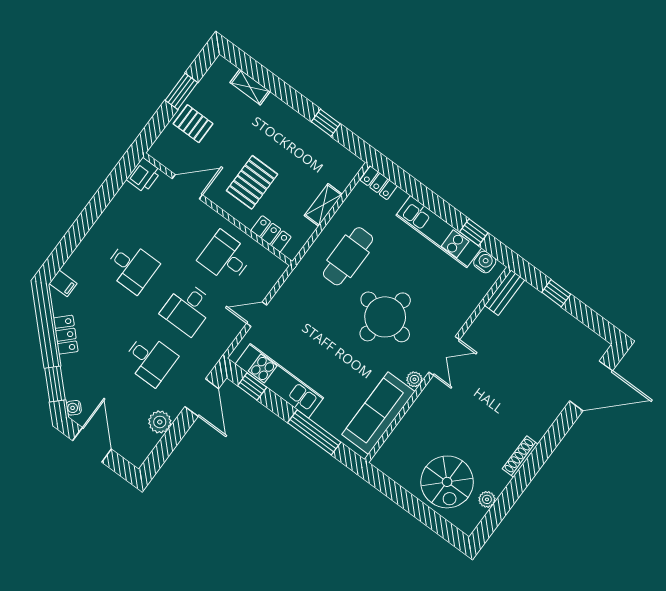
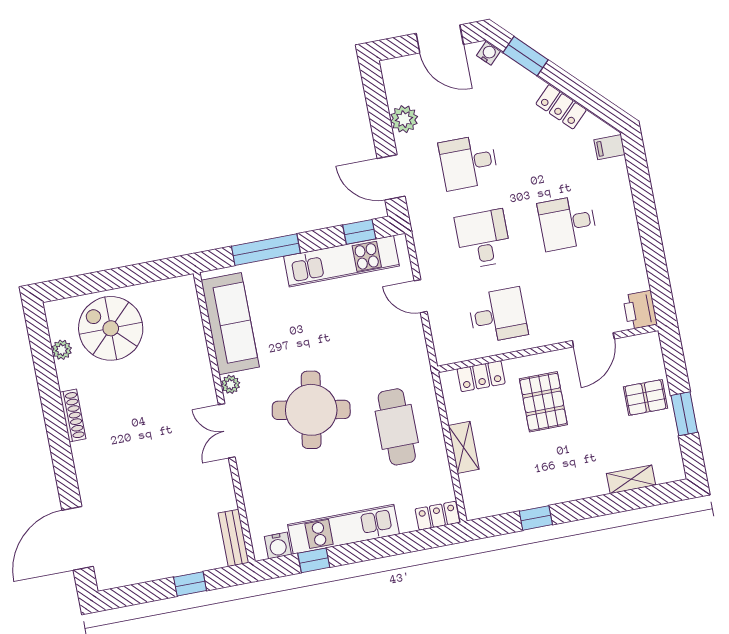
door: (257, 314) -> (421, 296), swing flipped

